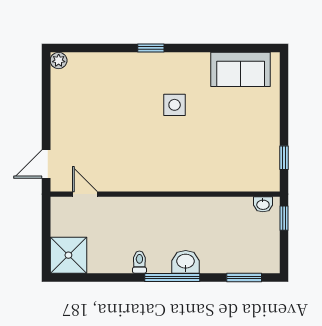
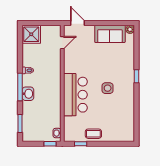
sofa: (241, 69) -> (110, 34), moved, turned -90
coffee table: (264, 133) -> (93, 134), added
bar counter: (187, 168) -> (75, 95), added

